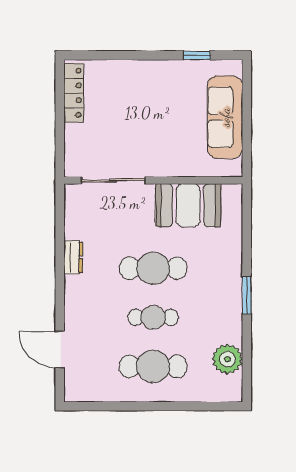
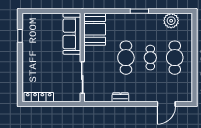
sofa: (225, 117) -> (72, 34), moved, turned 90
booth: (188, 205) -> (95, 29), moved

